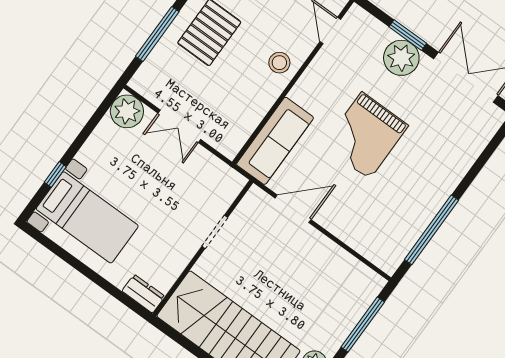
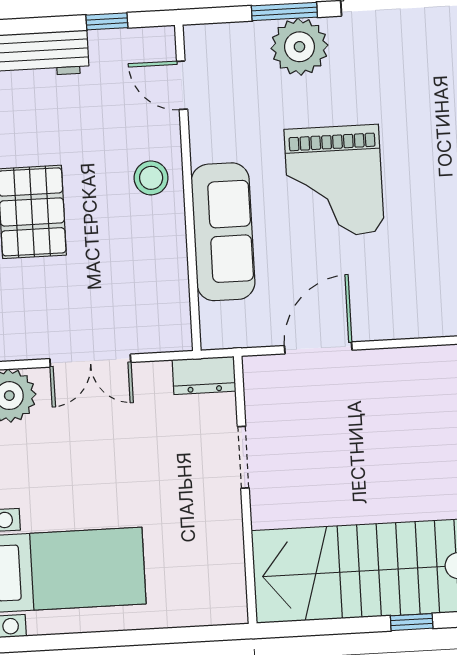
sofa: (275, 141) -> (223, 232), moved
dresser: (143, 294) -> (204, 375), moved, turned 180

